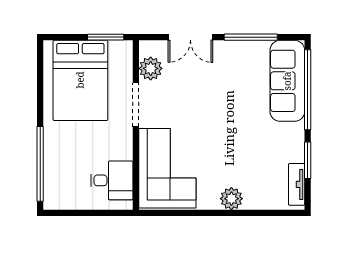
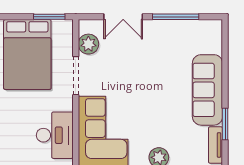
sofa: (287, 81) -> (207, 90), moved
window: (308, 90) -> (225, 63), removed
desk: (112, 180) -> (55, 135), width x1.37

